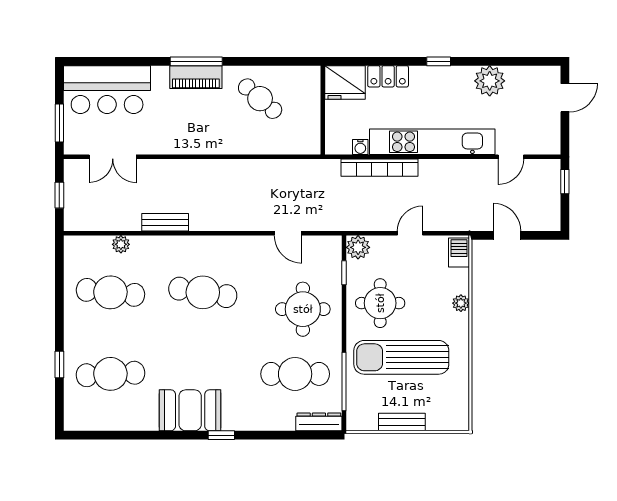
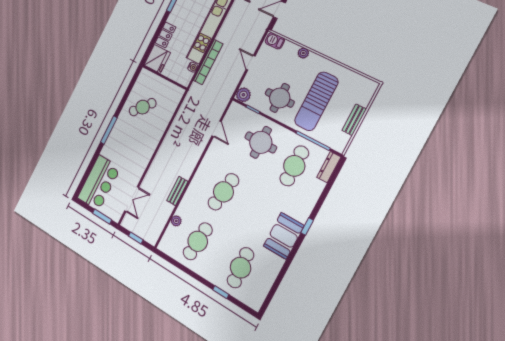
piano: (196, 77) -> (116, 134), removed
door: (288, 233) -> (217, 129), hinge flipped

